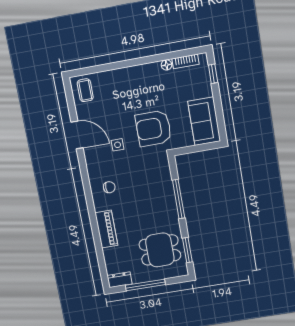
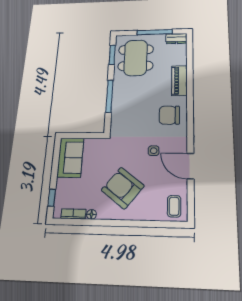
armchair: (154, 128) -> (123, 188), moved, turned -142
chair: (109, 187) -> (169, 115), width x1.87, depth x1.87
dining table: (160, 250) -> (136, 58), width x1.38

